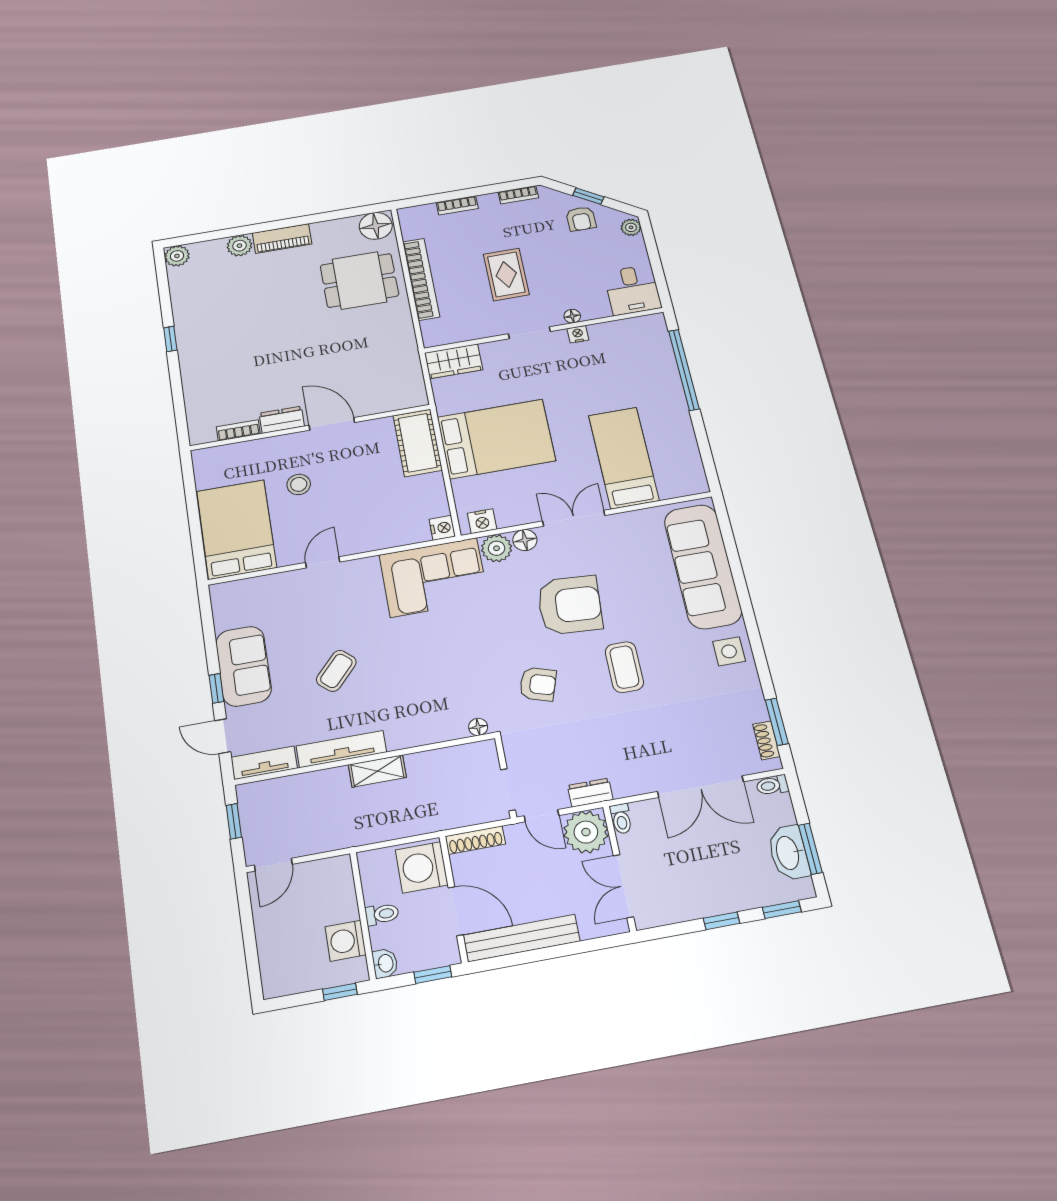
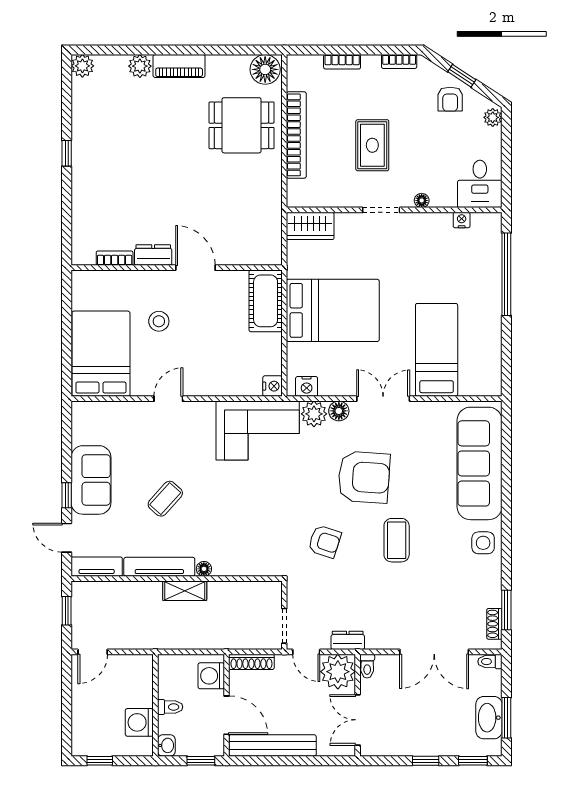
nightstand: (578, 334) -> (462, 220), moved
floor lamp: (478, 727) -> (204, 569), moved
washing machine: (422, 867) -> (211, 676), width x0.73, depth x0.73
window: (340, 992) -> (100, 761), moved

